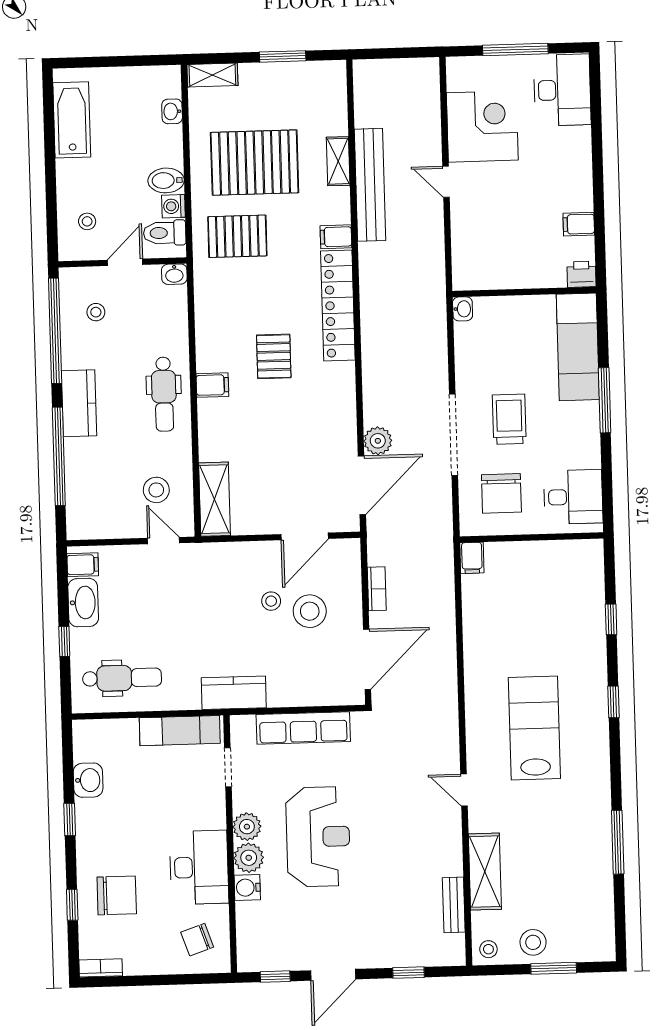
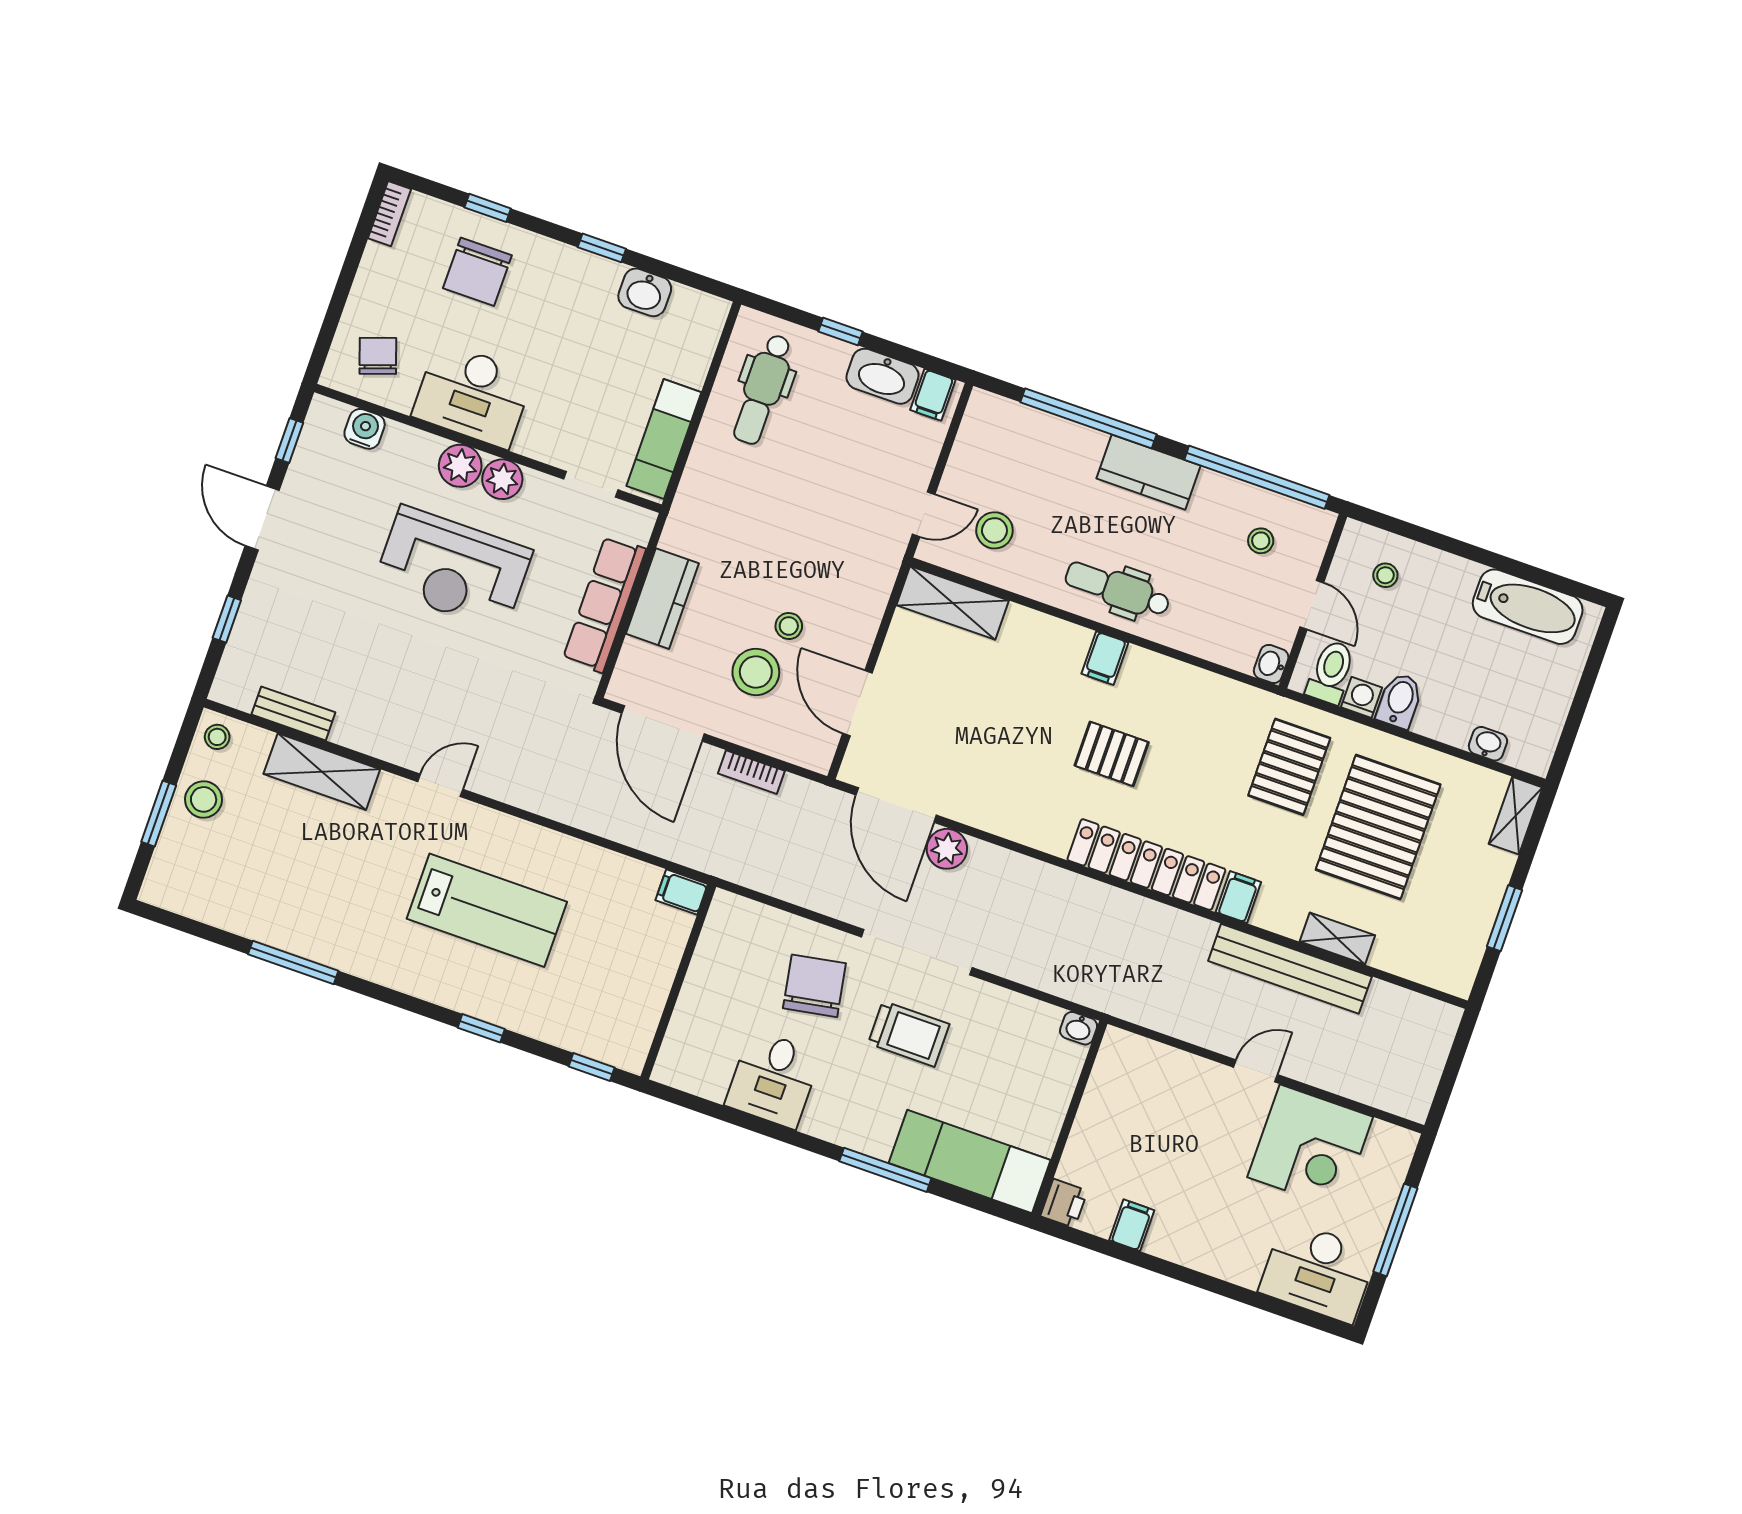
chair: (501, 493) -> (814, 986), turned 80
wall: (532, 537) -> (678, 982), moved
filing cabinet: (472, 558) -> (682, 892), moved
kitchen counter: (234, 693) -> (662, 599), moved
water cooler: (247, 888) -> (365, 429), moved

